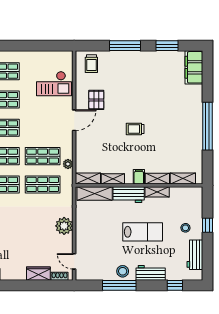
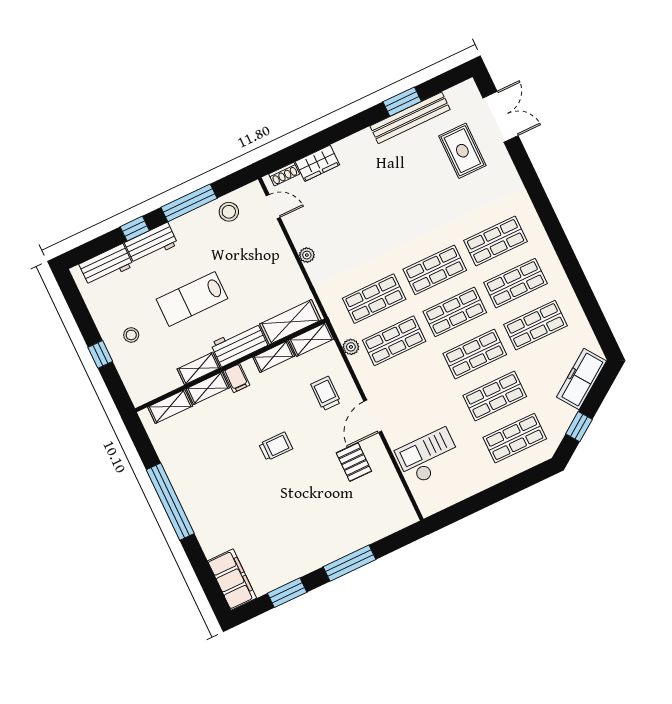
trolley: (91, 64) -> (326, 393), moved
plant: (64, 226) -> (307, 255), width x0.53, depth x0.53
workbench: (195, 255) -> (106, 265), moved, turned 90
stool: (123, 271) -> (229, 212), moved
window: (175, 285) -> (135, 229), moved

